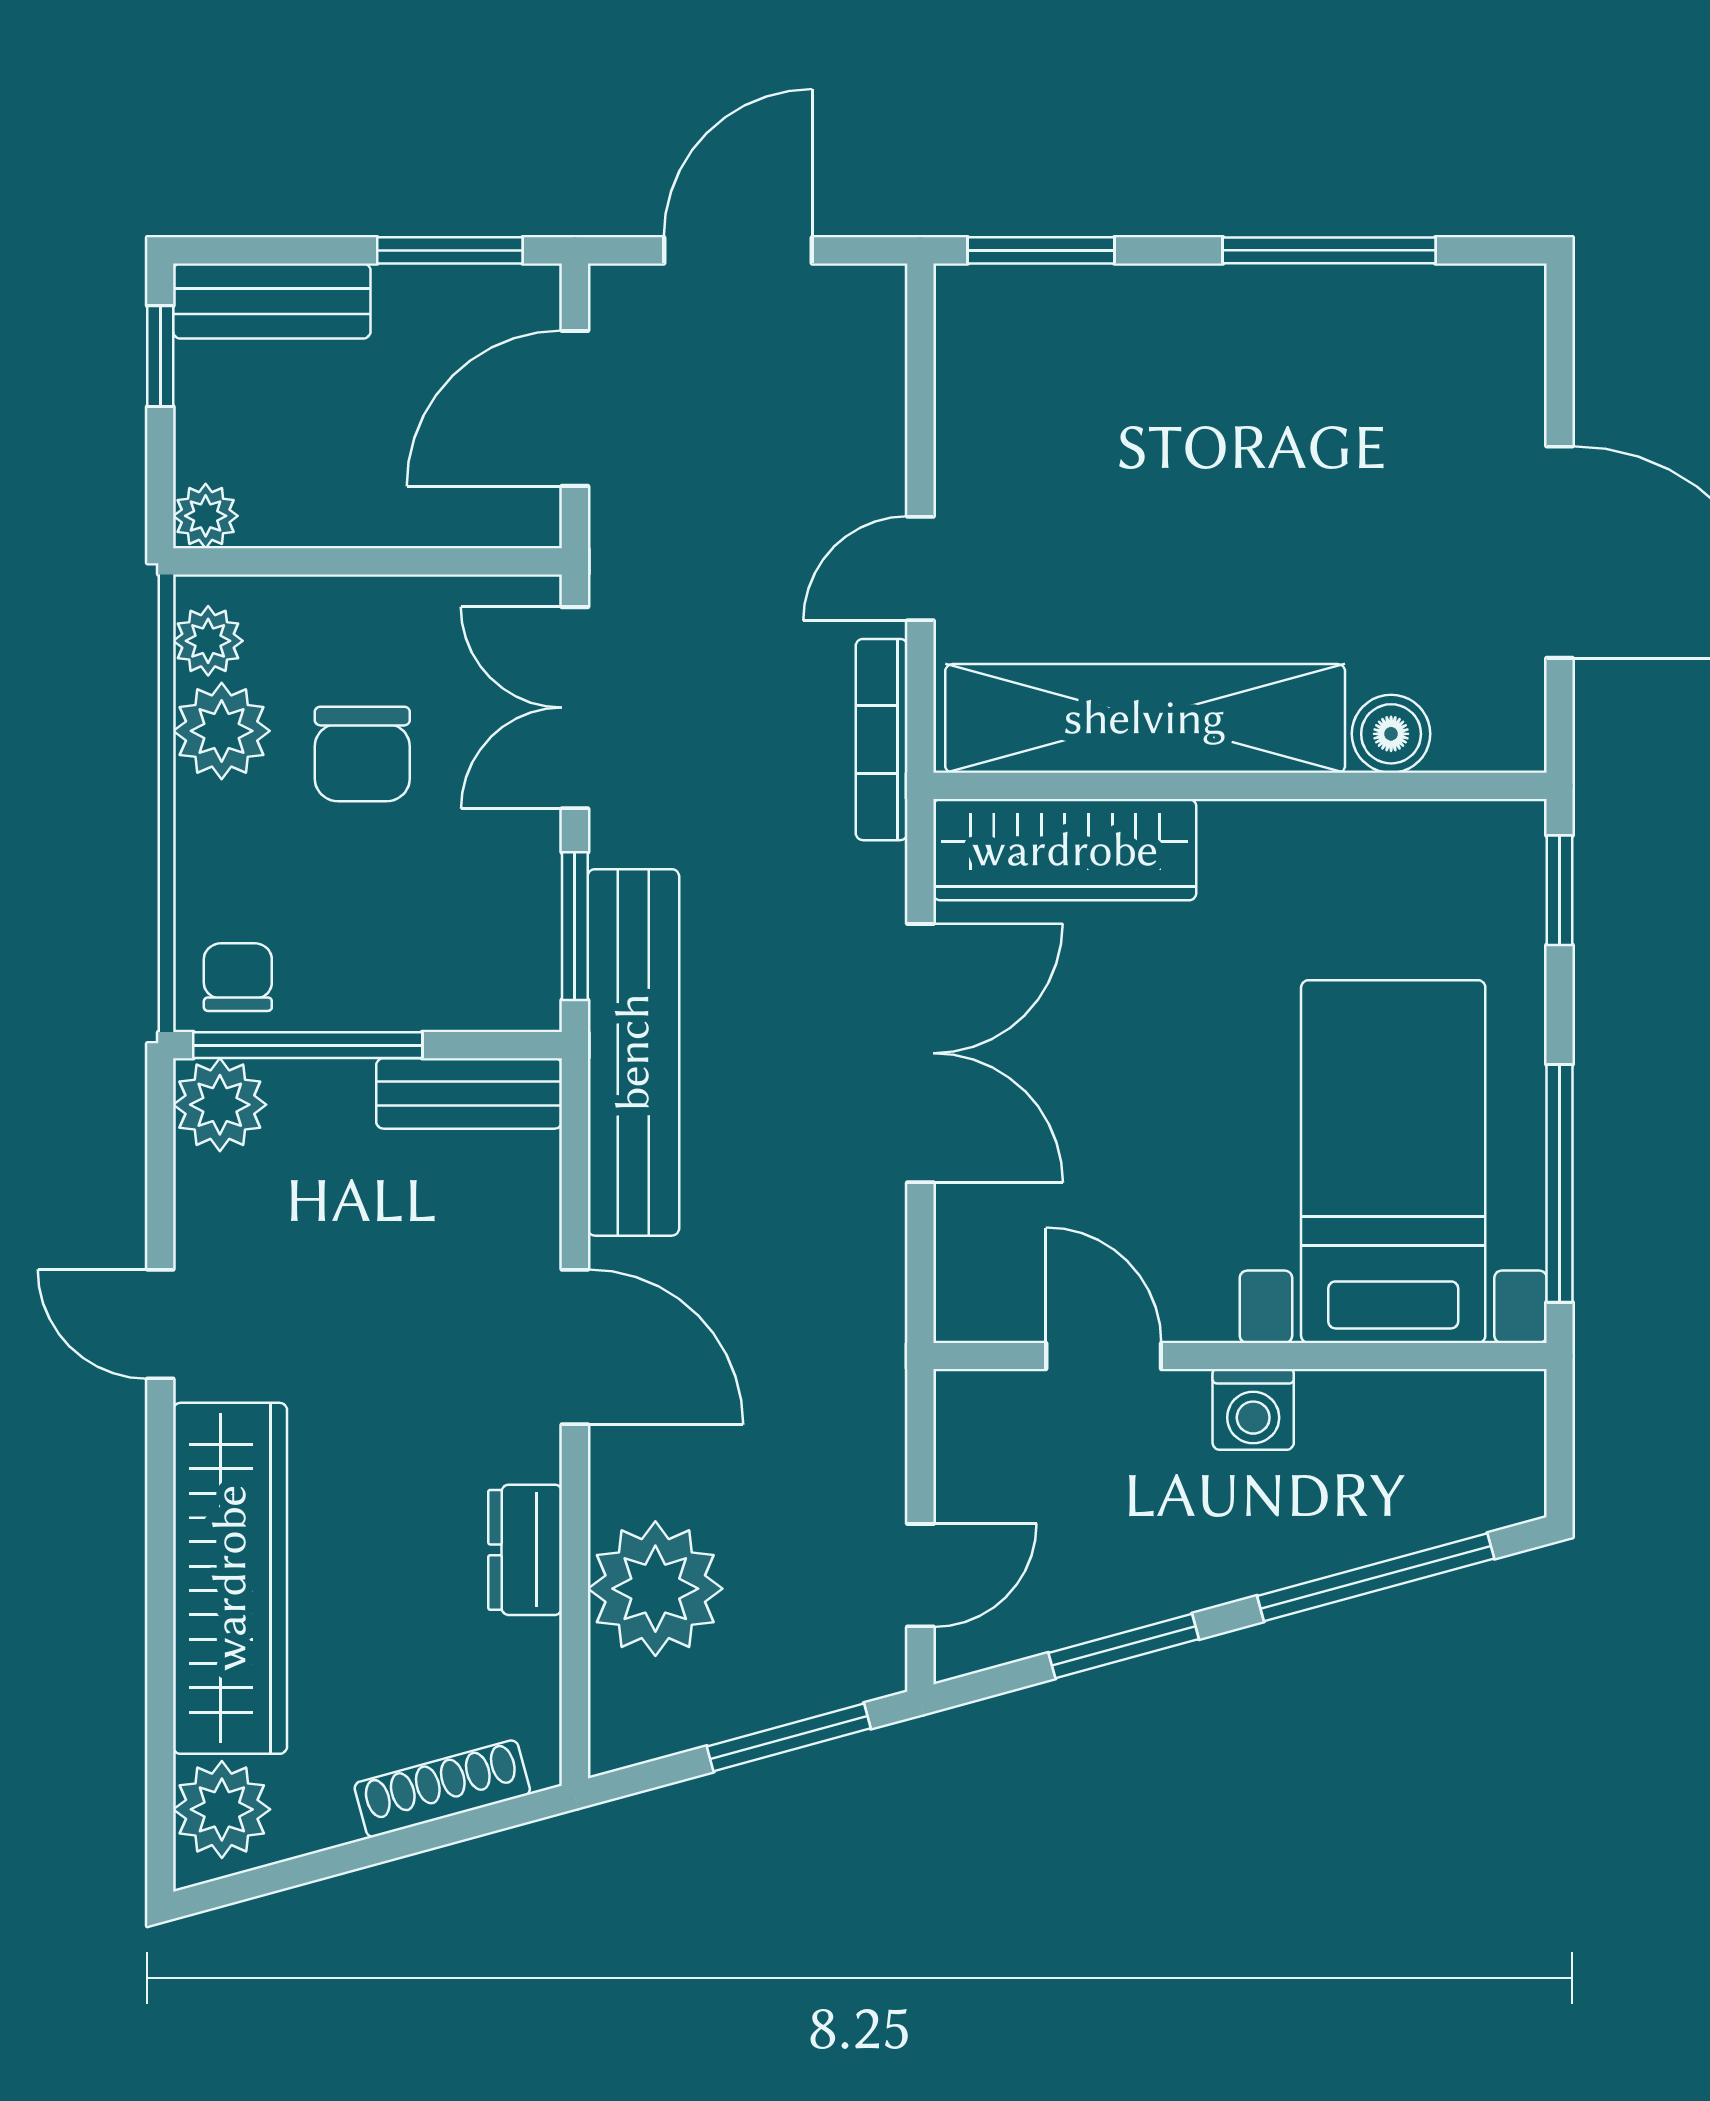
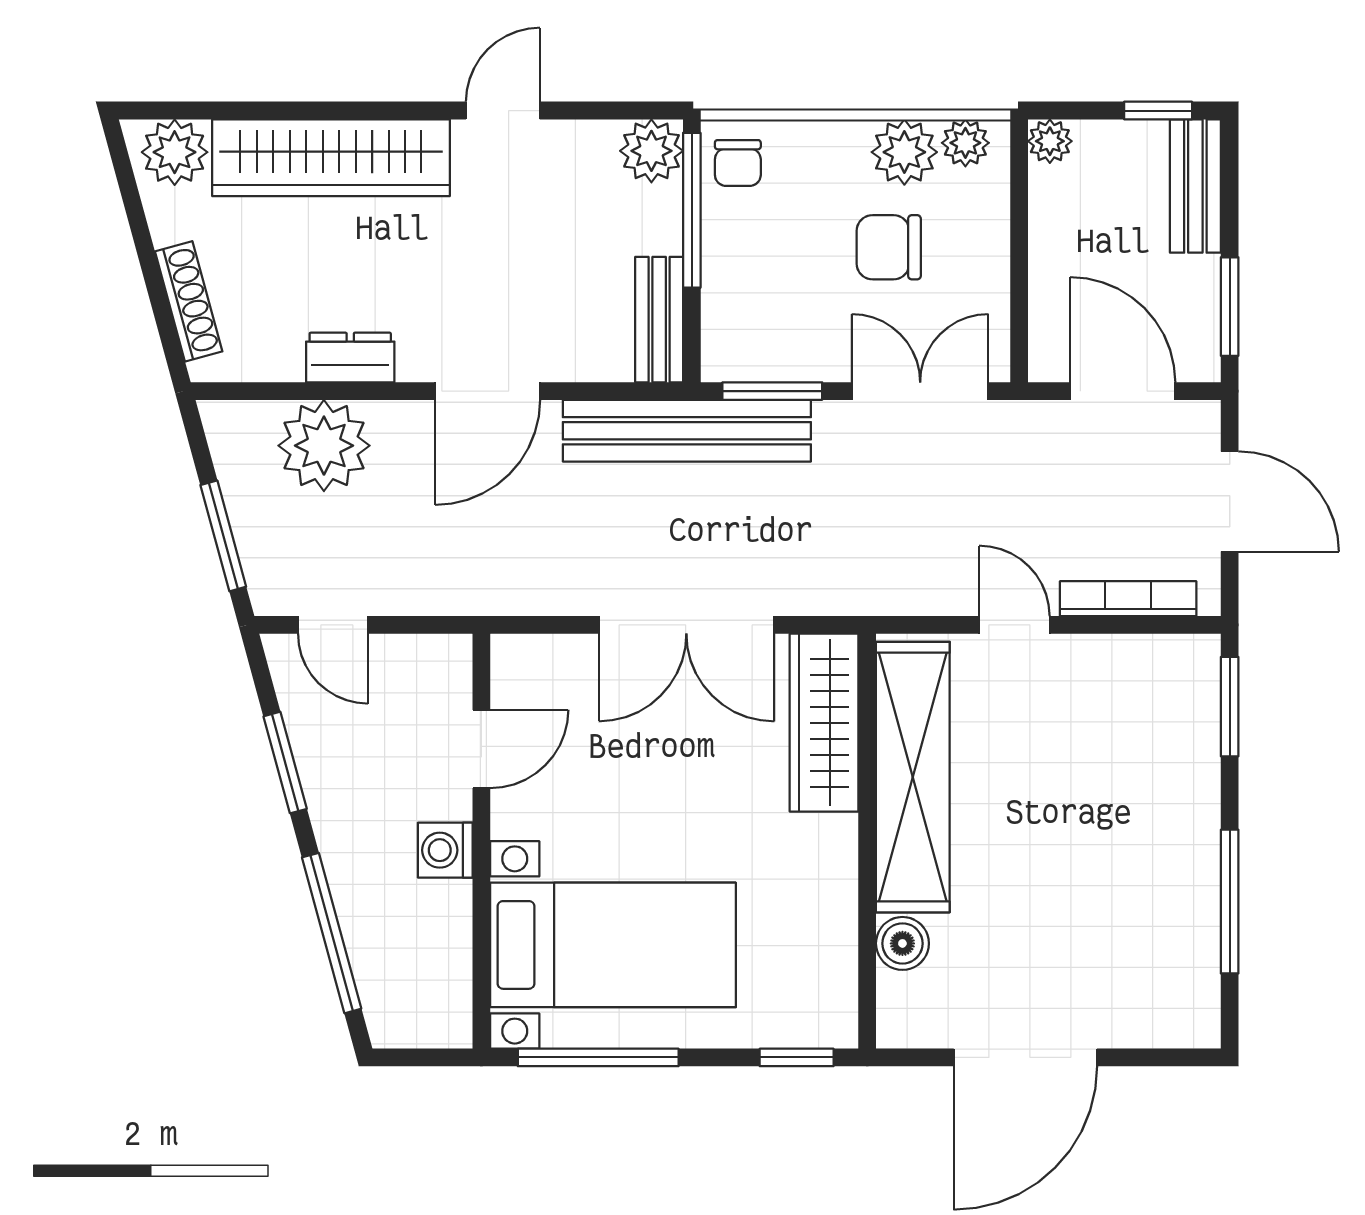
bookcase: (882, 740) -> (1128, 599), moved
chair: (238, 977) -> (738, 163), turned 90

